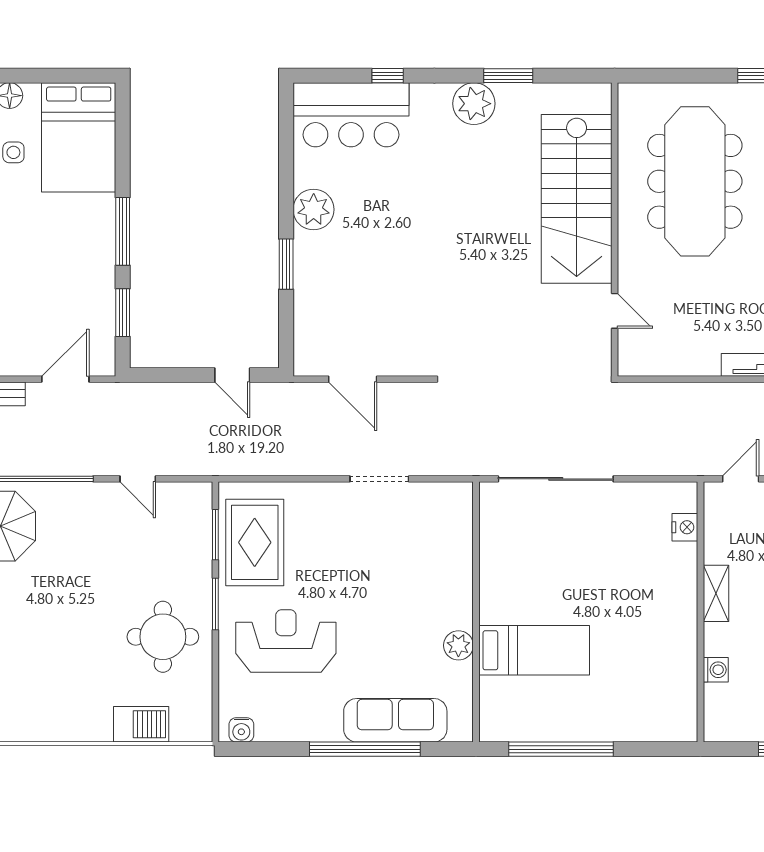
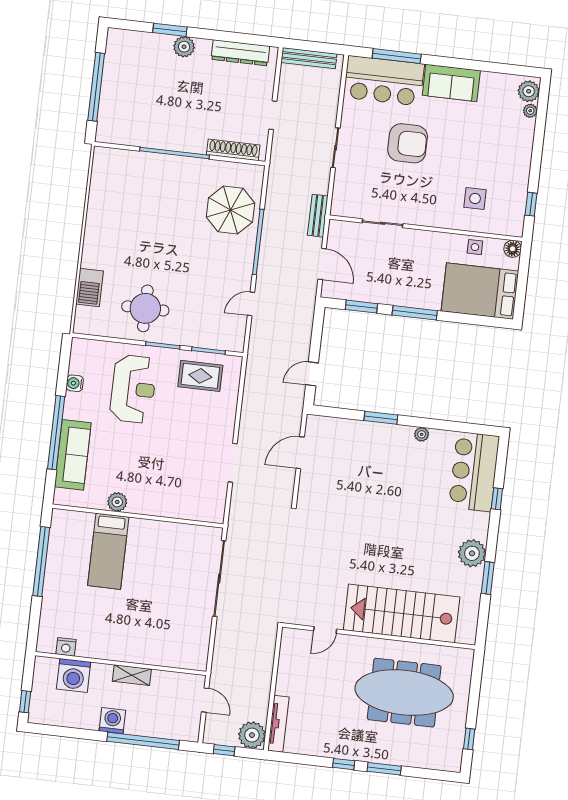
plant: (314, 210) -> (422, 434), width x0.53, depth x0.53
nightstand: (685, 527) -> (66, 647), moved
rug: (255, 542) -> (200, 376), width x0.73, depth x0.70
washing machine: (716, 670) -> (74, 675), width x1.89, depth x1.89
water cooler: (241, 730) -> (75, 383), moved

